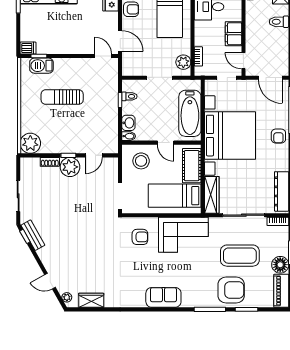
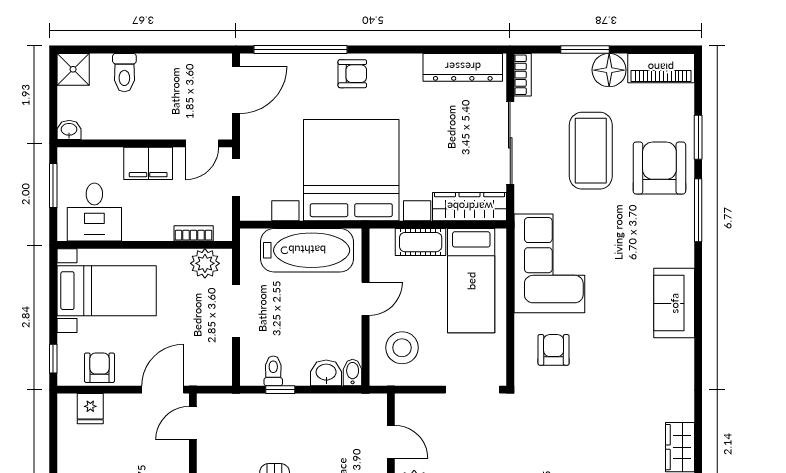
cot: (192, 166) -> (421, 242), width x0.73, depth x0.75

